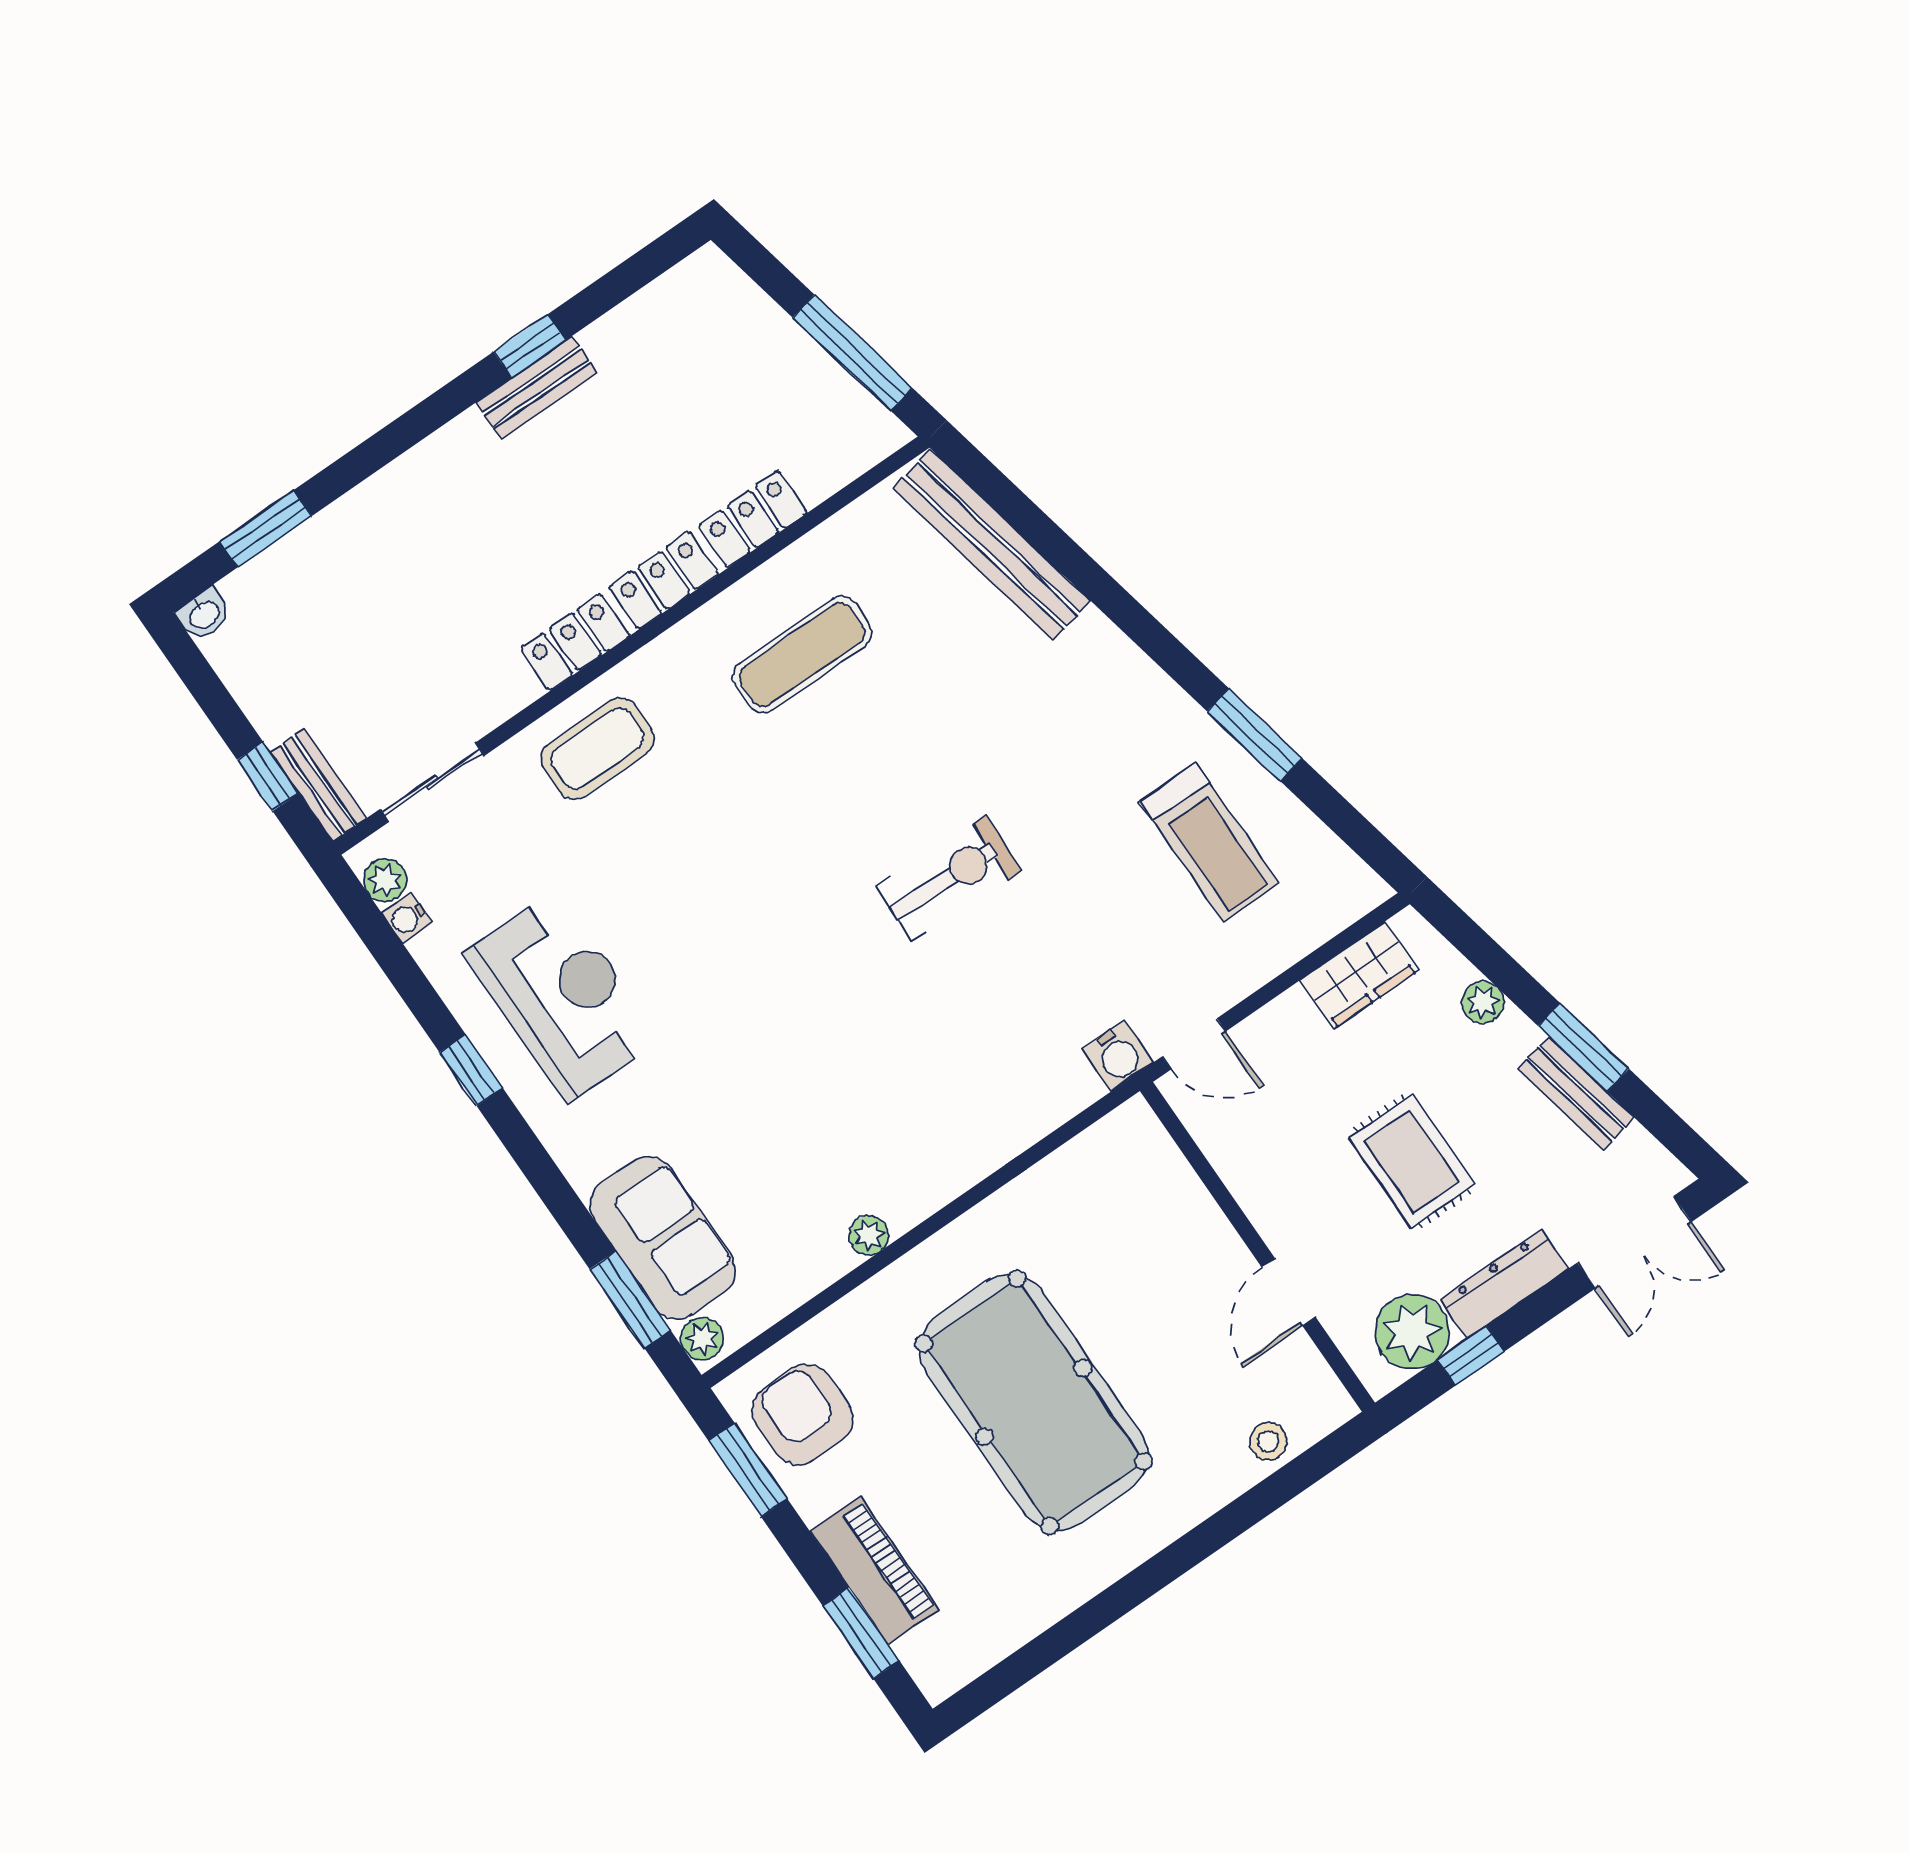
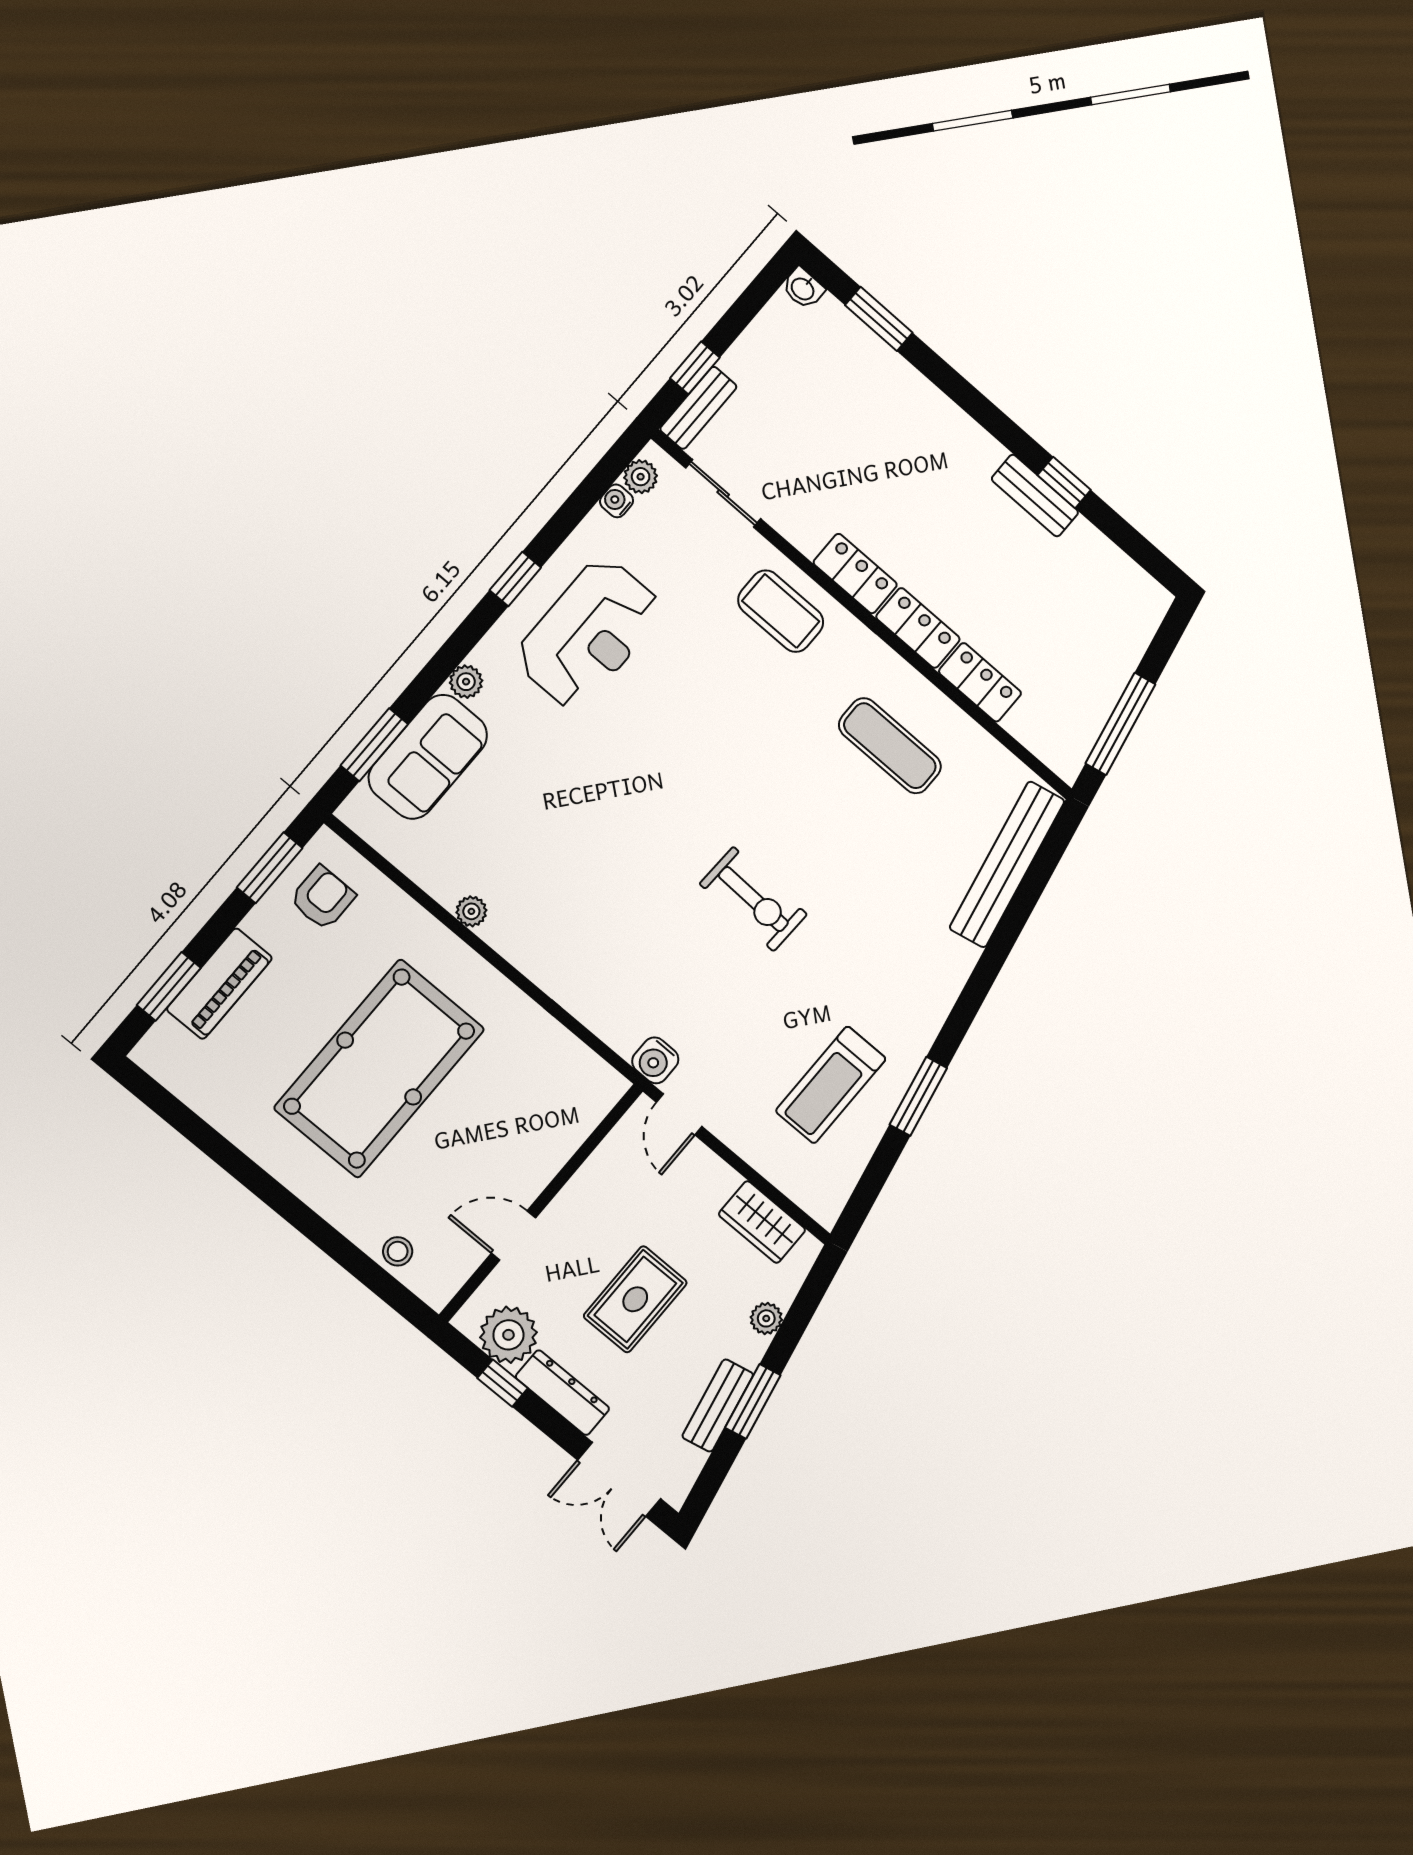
plant: (702, 1339) -> (466, 682), moved
armchair: (802, 1415) -> (323, 898), width x0.72, depth x0.72

